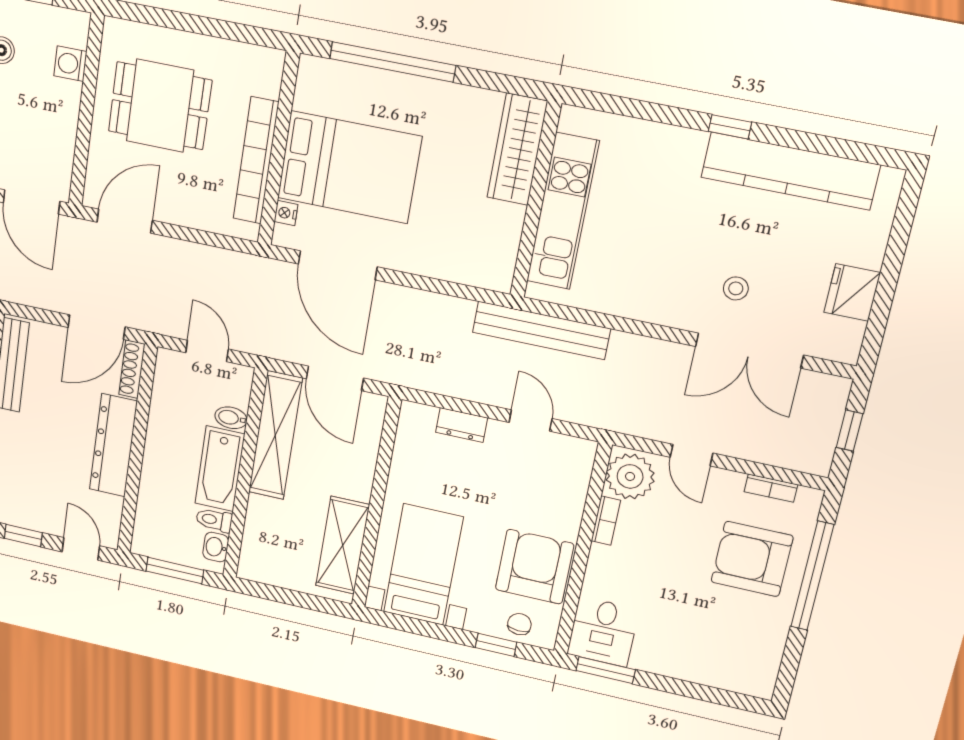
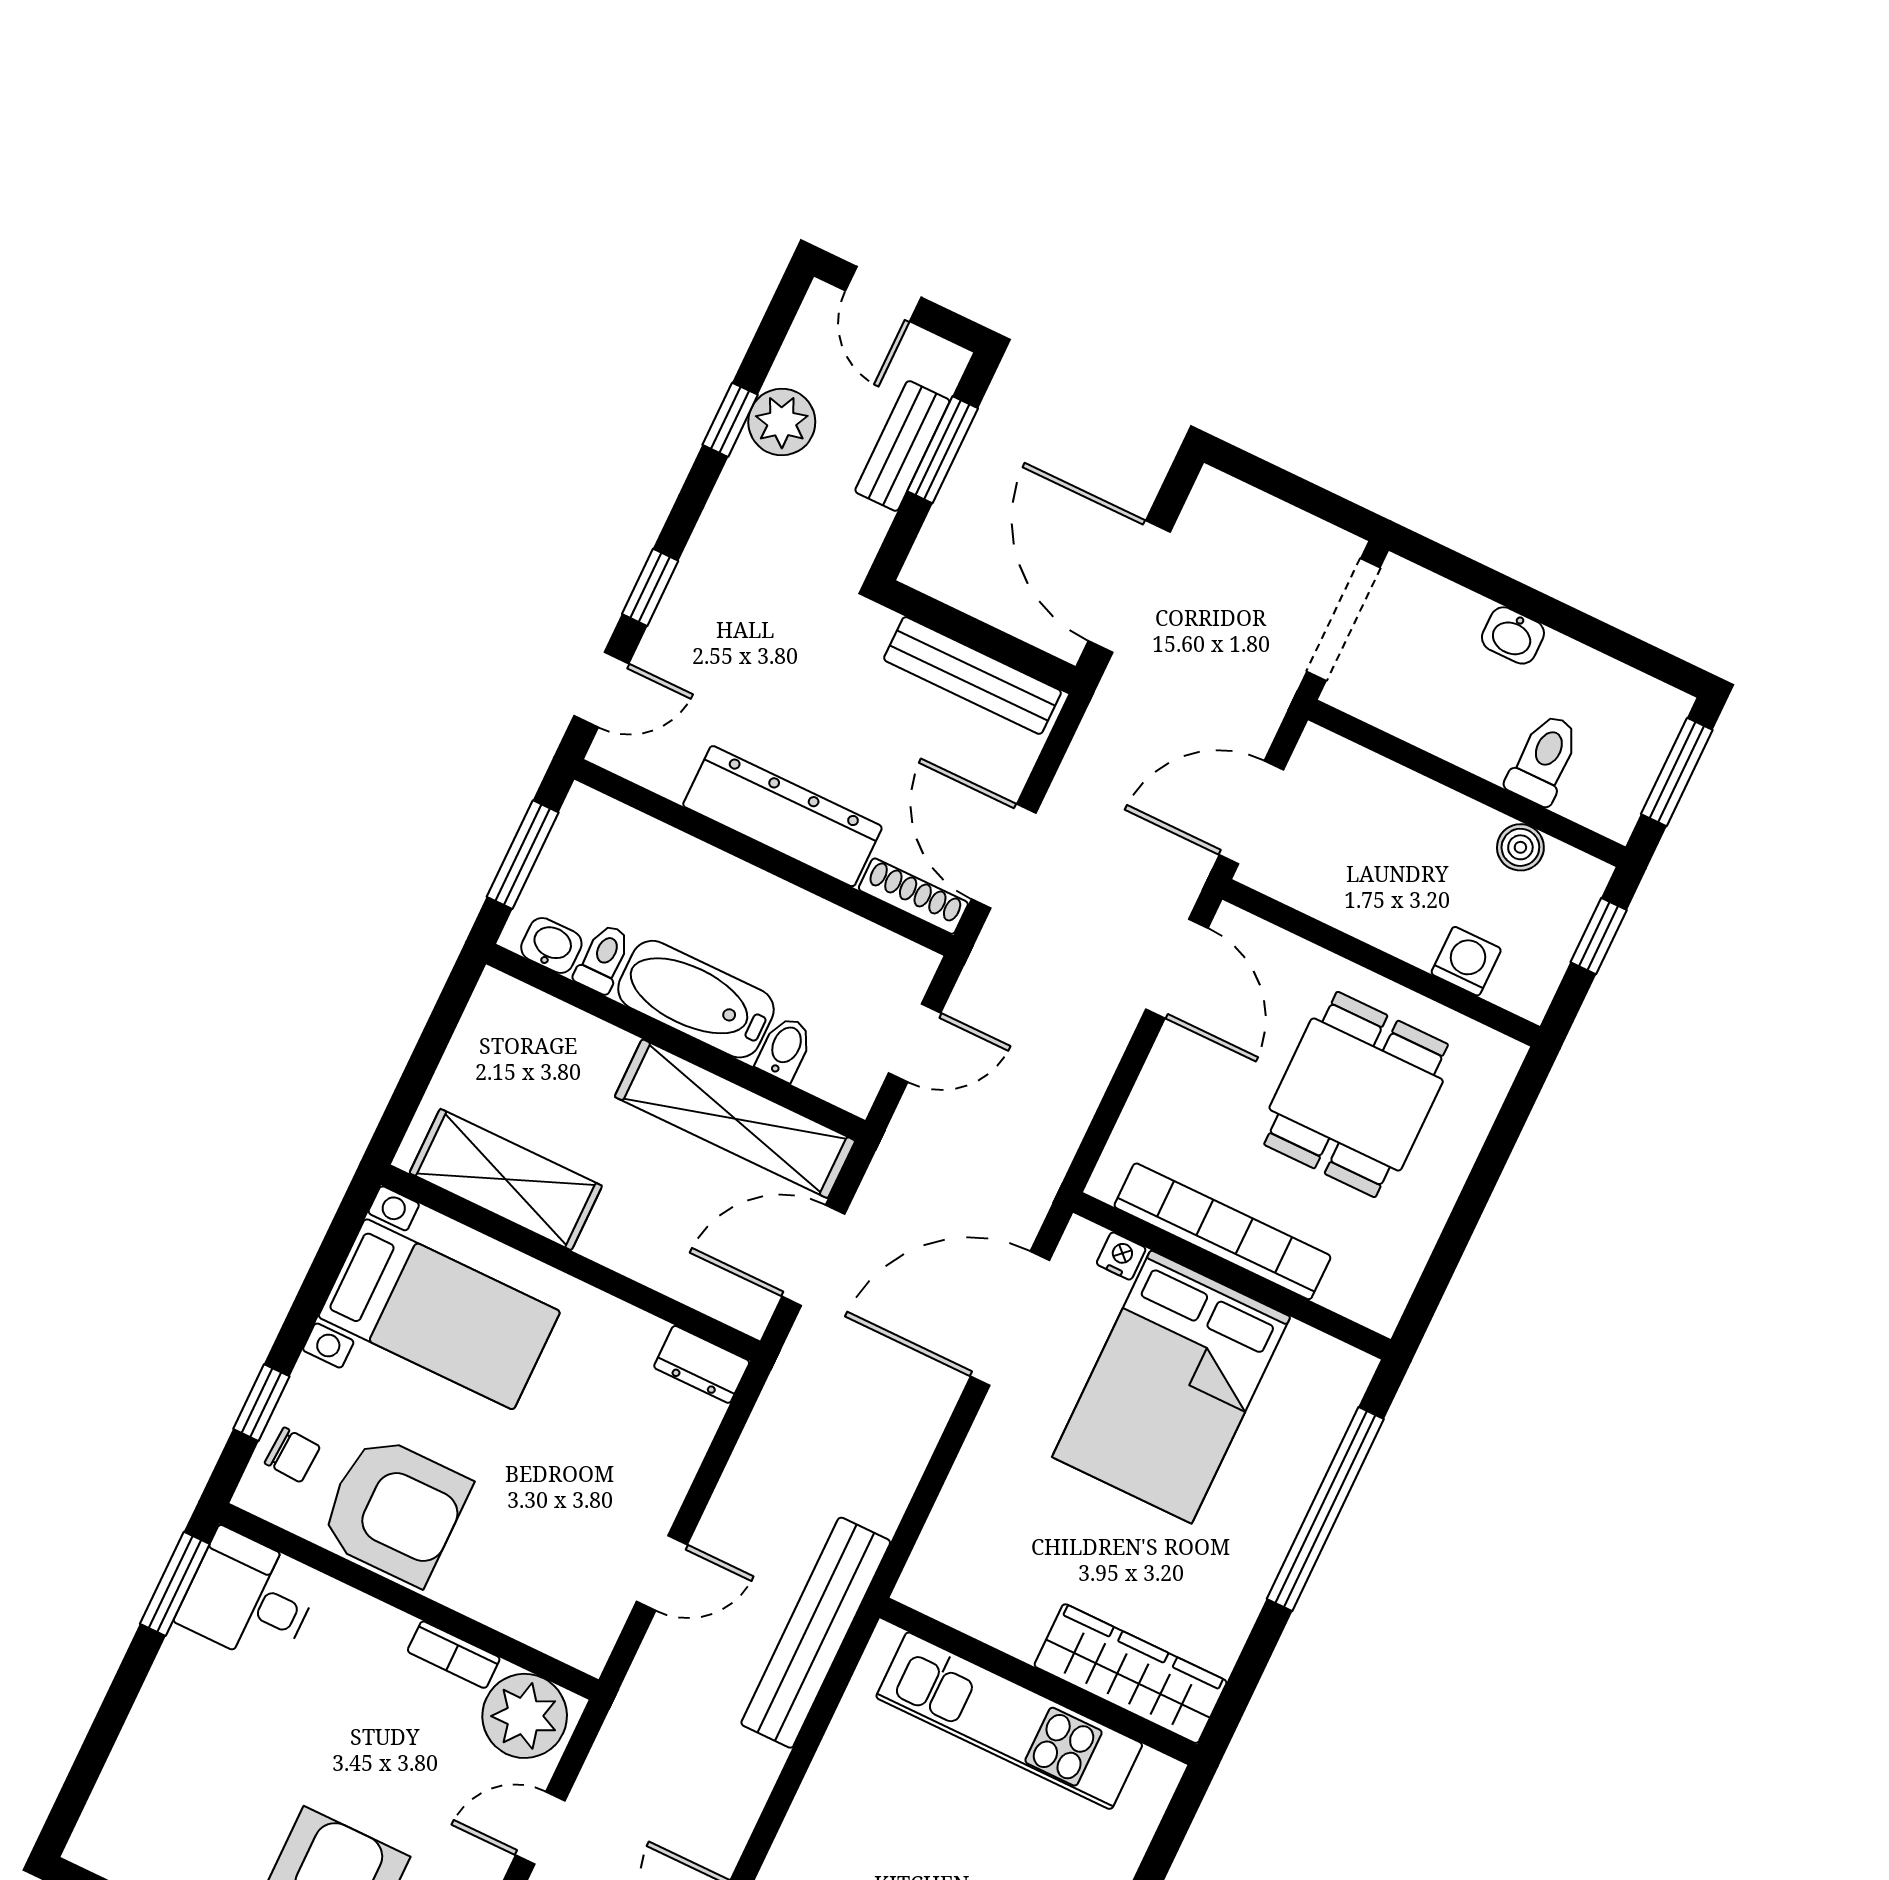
dresser: (462, 425) -> (702, 1364), moved, turned -90

